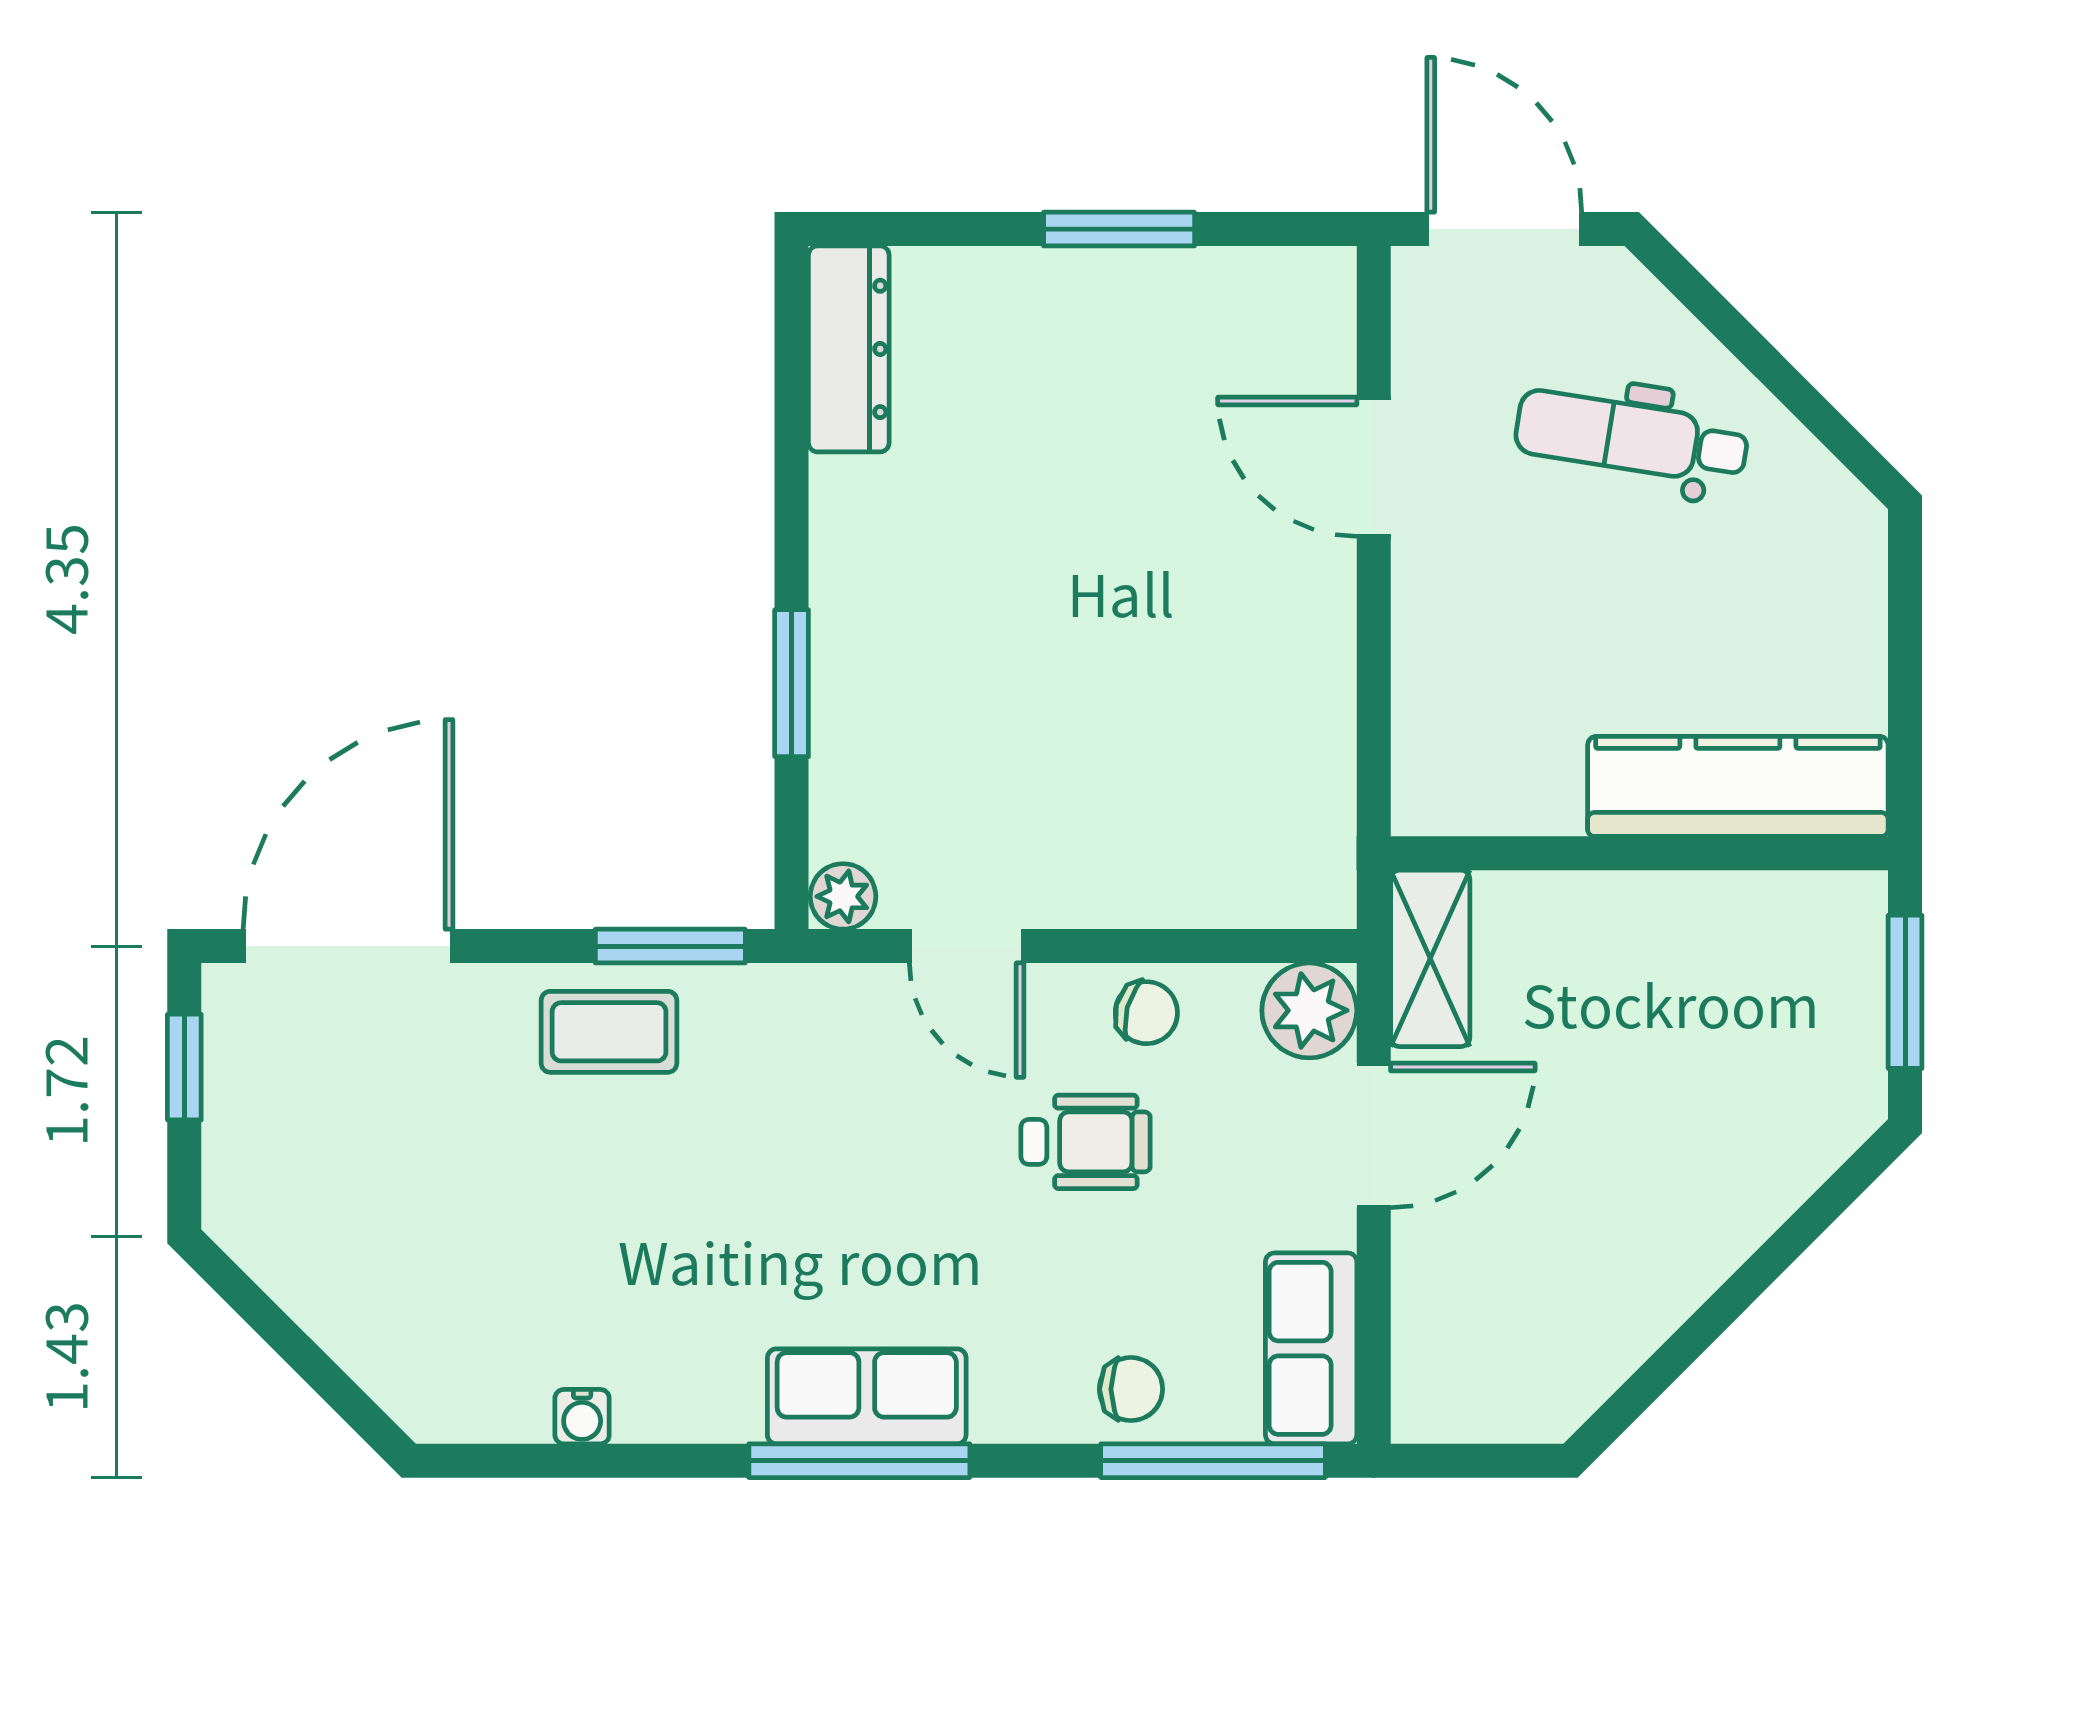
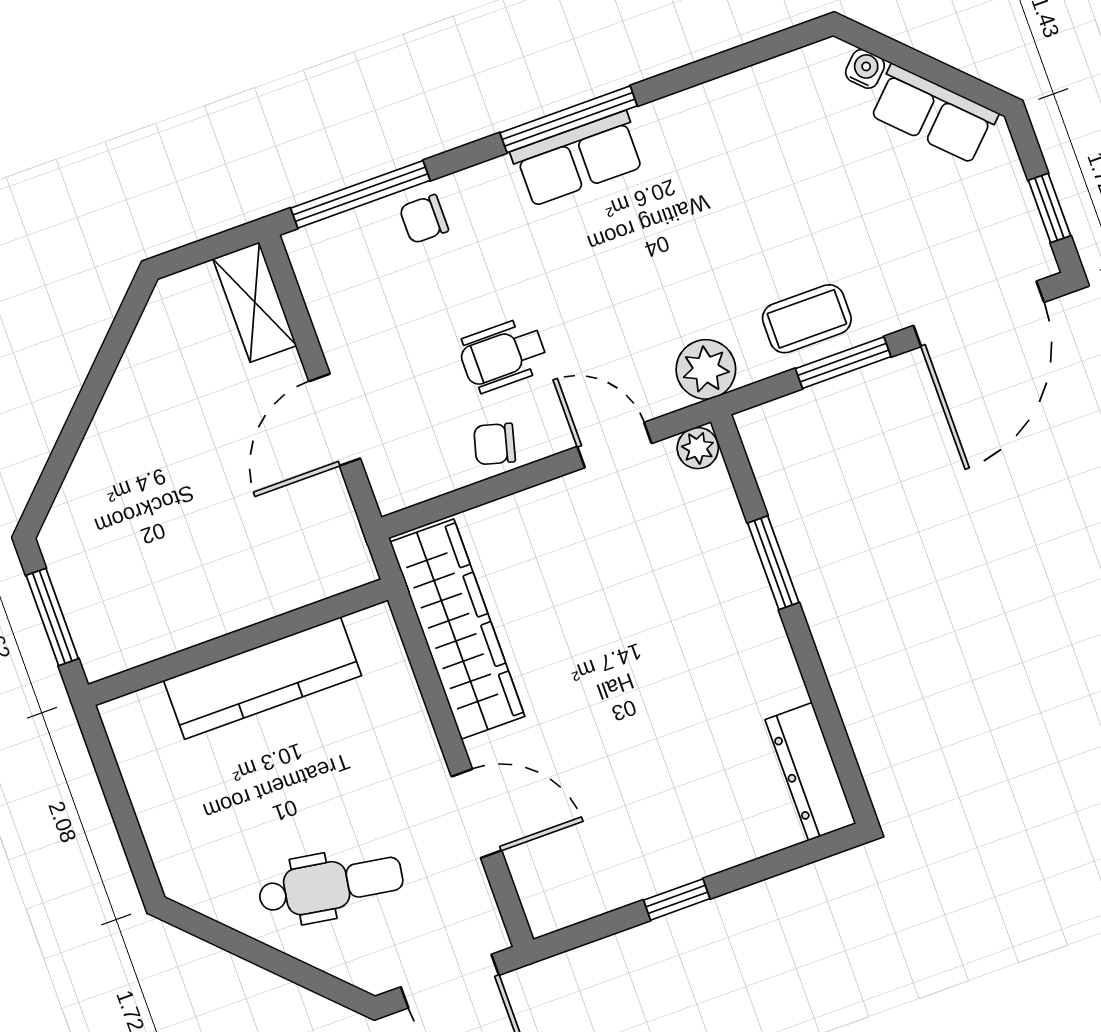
window: (1119, 229) -> (677, 899), width x0.67
wardrobe: (1302, 754) -> (457, 629), added
kitchen counter: (1738, 786) -> (263, 678), moved
window: (670, 946) -> (843, 363), moved
shelving: (1430, 958) -> (255, 302), moved
plant: (1309, 1010) -> (706, 369), moved
row of seats: (1311, 1348) -> (933, 114), moved, turned 135
water cooler: (582, 1417) -> (865, 69), moved, turned 45

